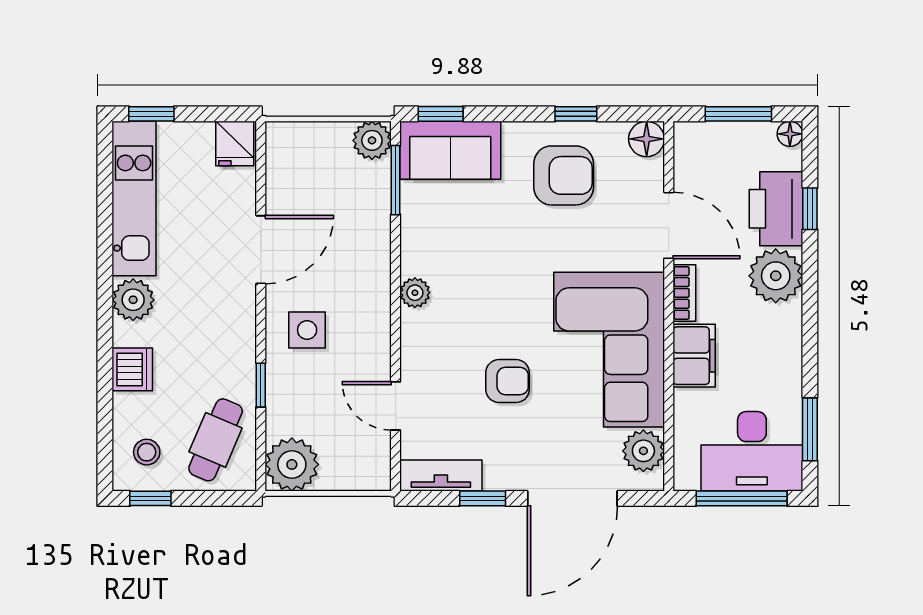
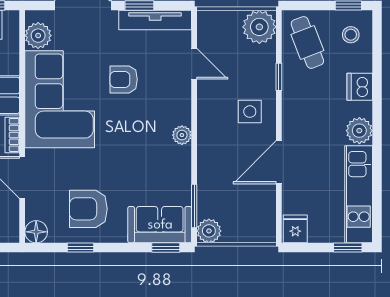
cafe table: (216, 440) -> (307, 42), turned -44
tv unit: (441, 476) -> (155, 20), width x1.41

